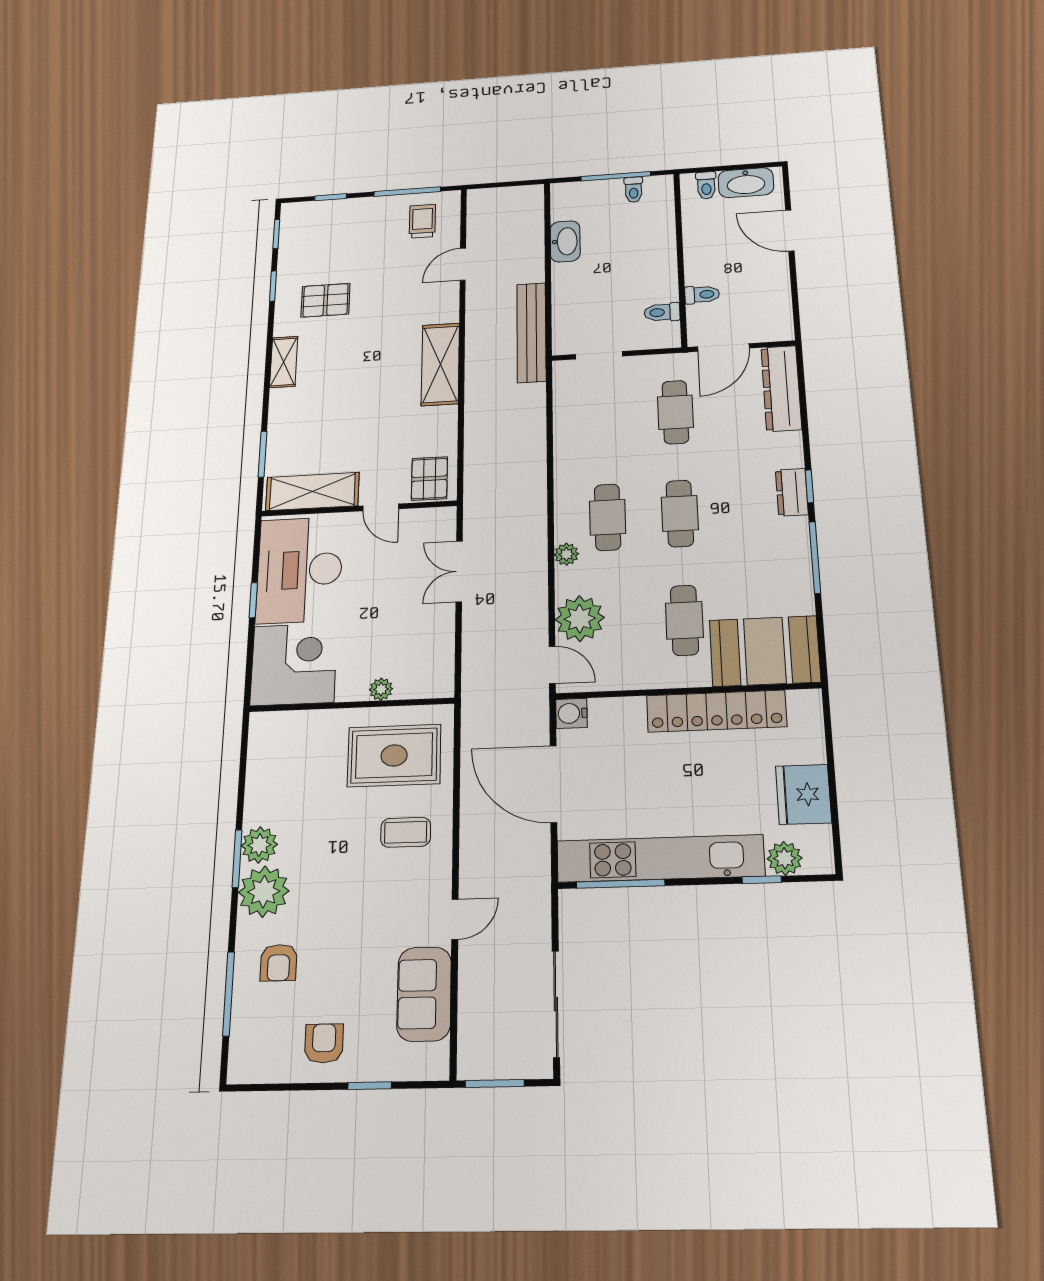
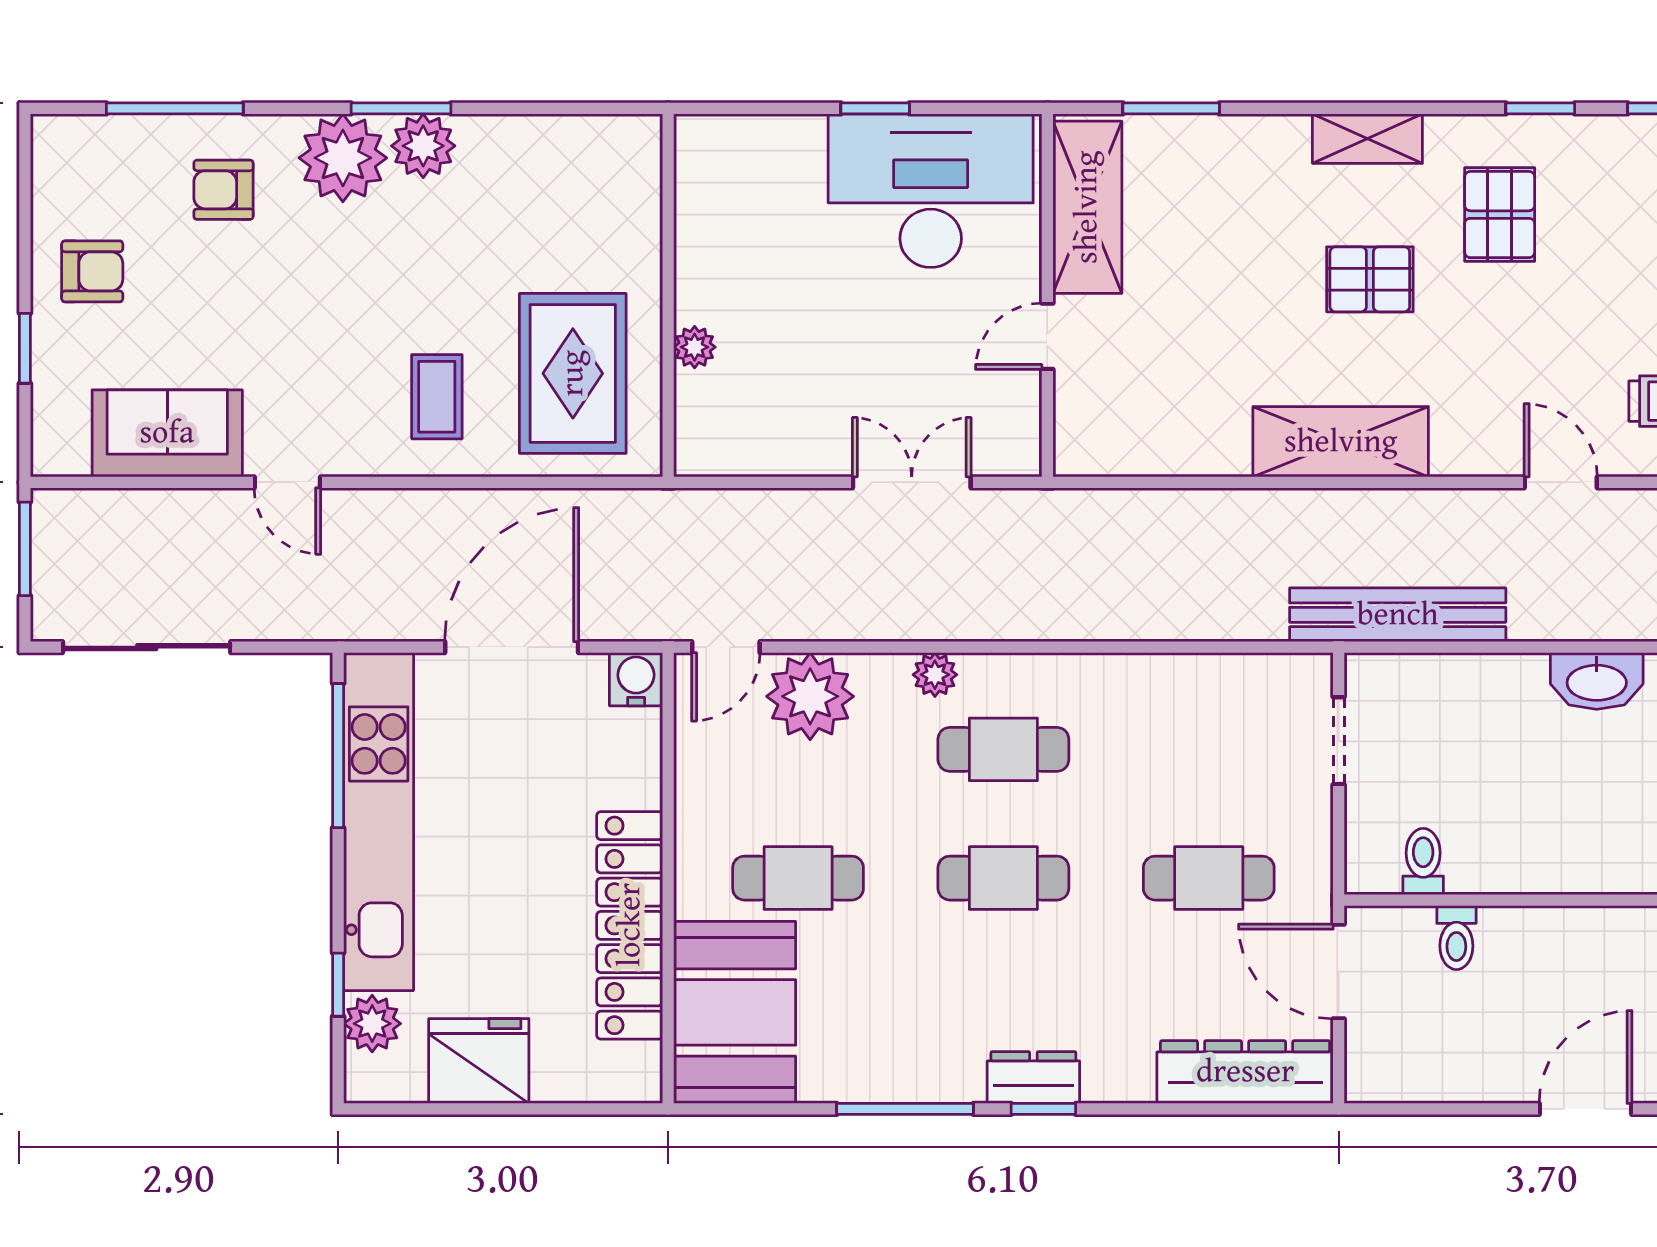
pallet: (429, 479) -> (1370, 279), moved
corner desk: (294, 664) -> (749, 189), removed

